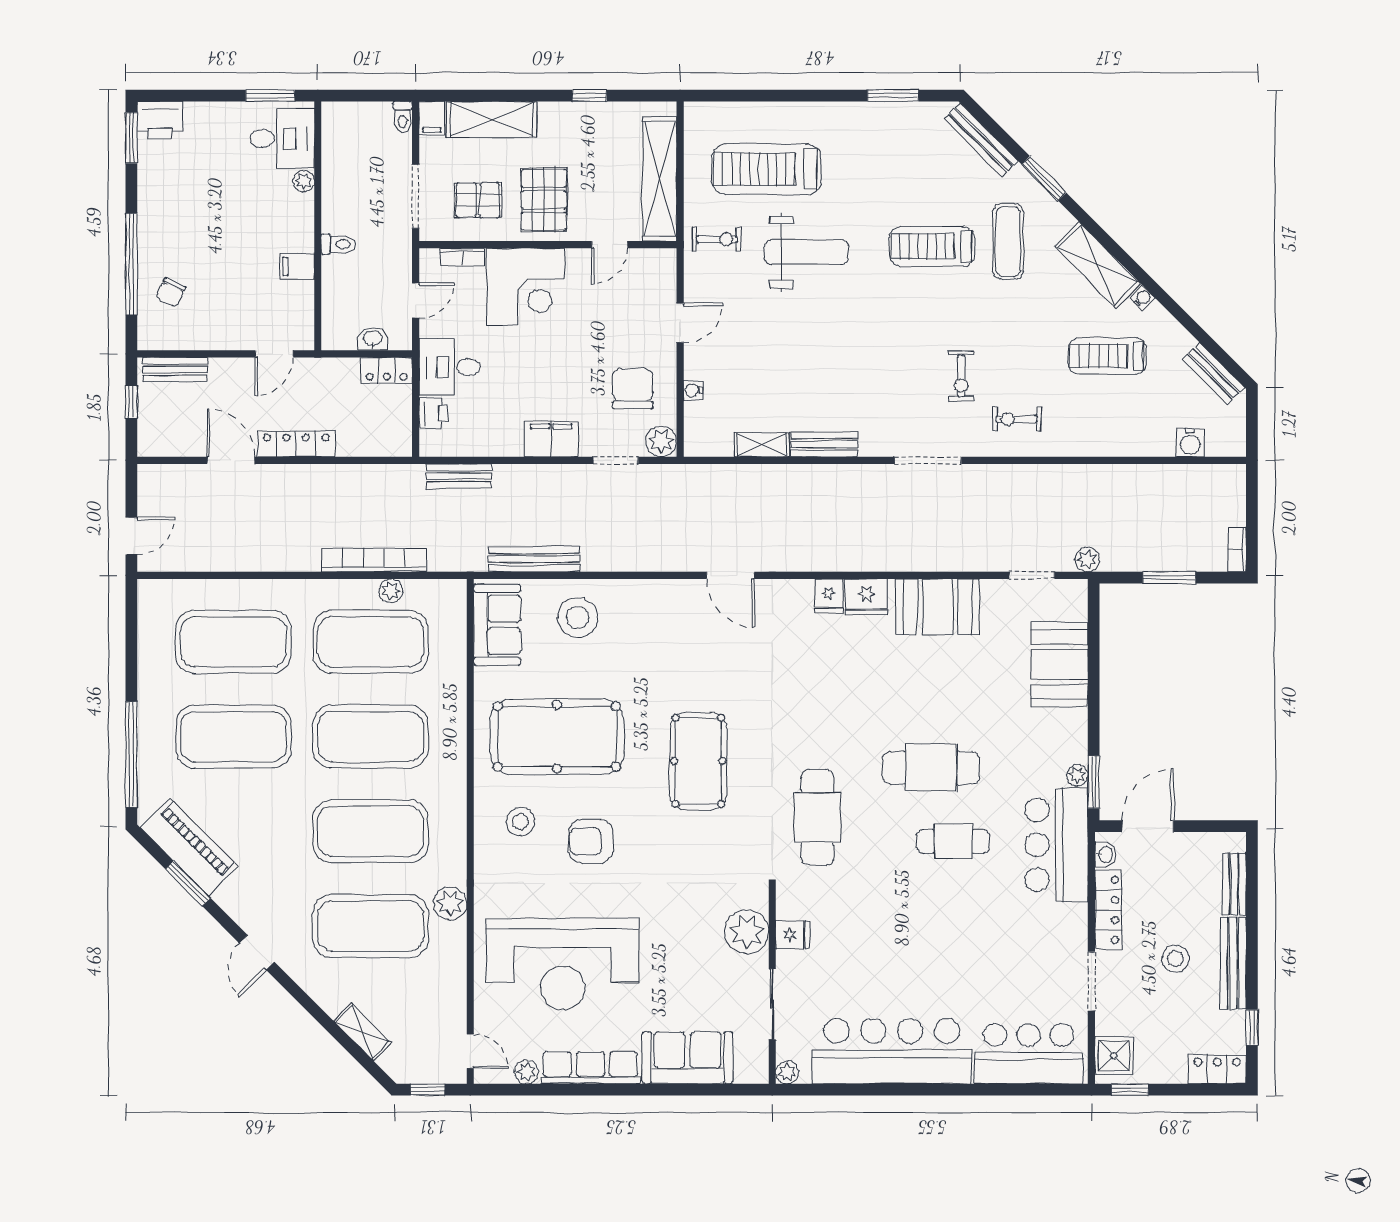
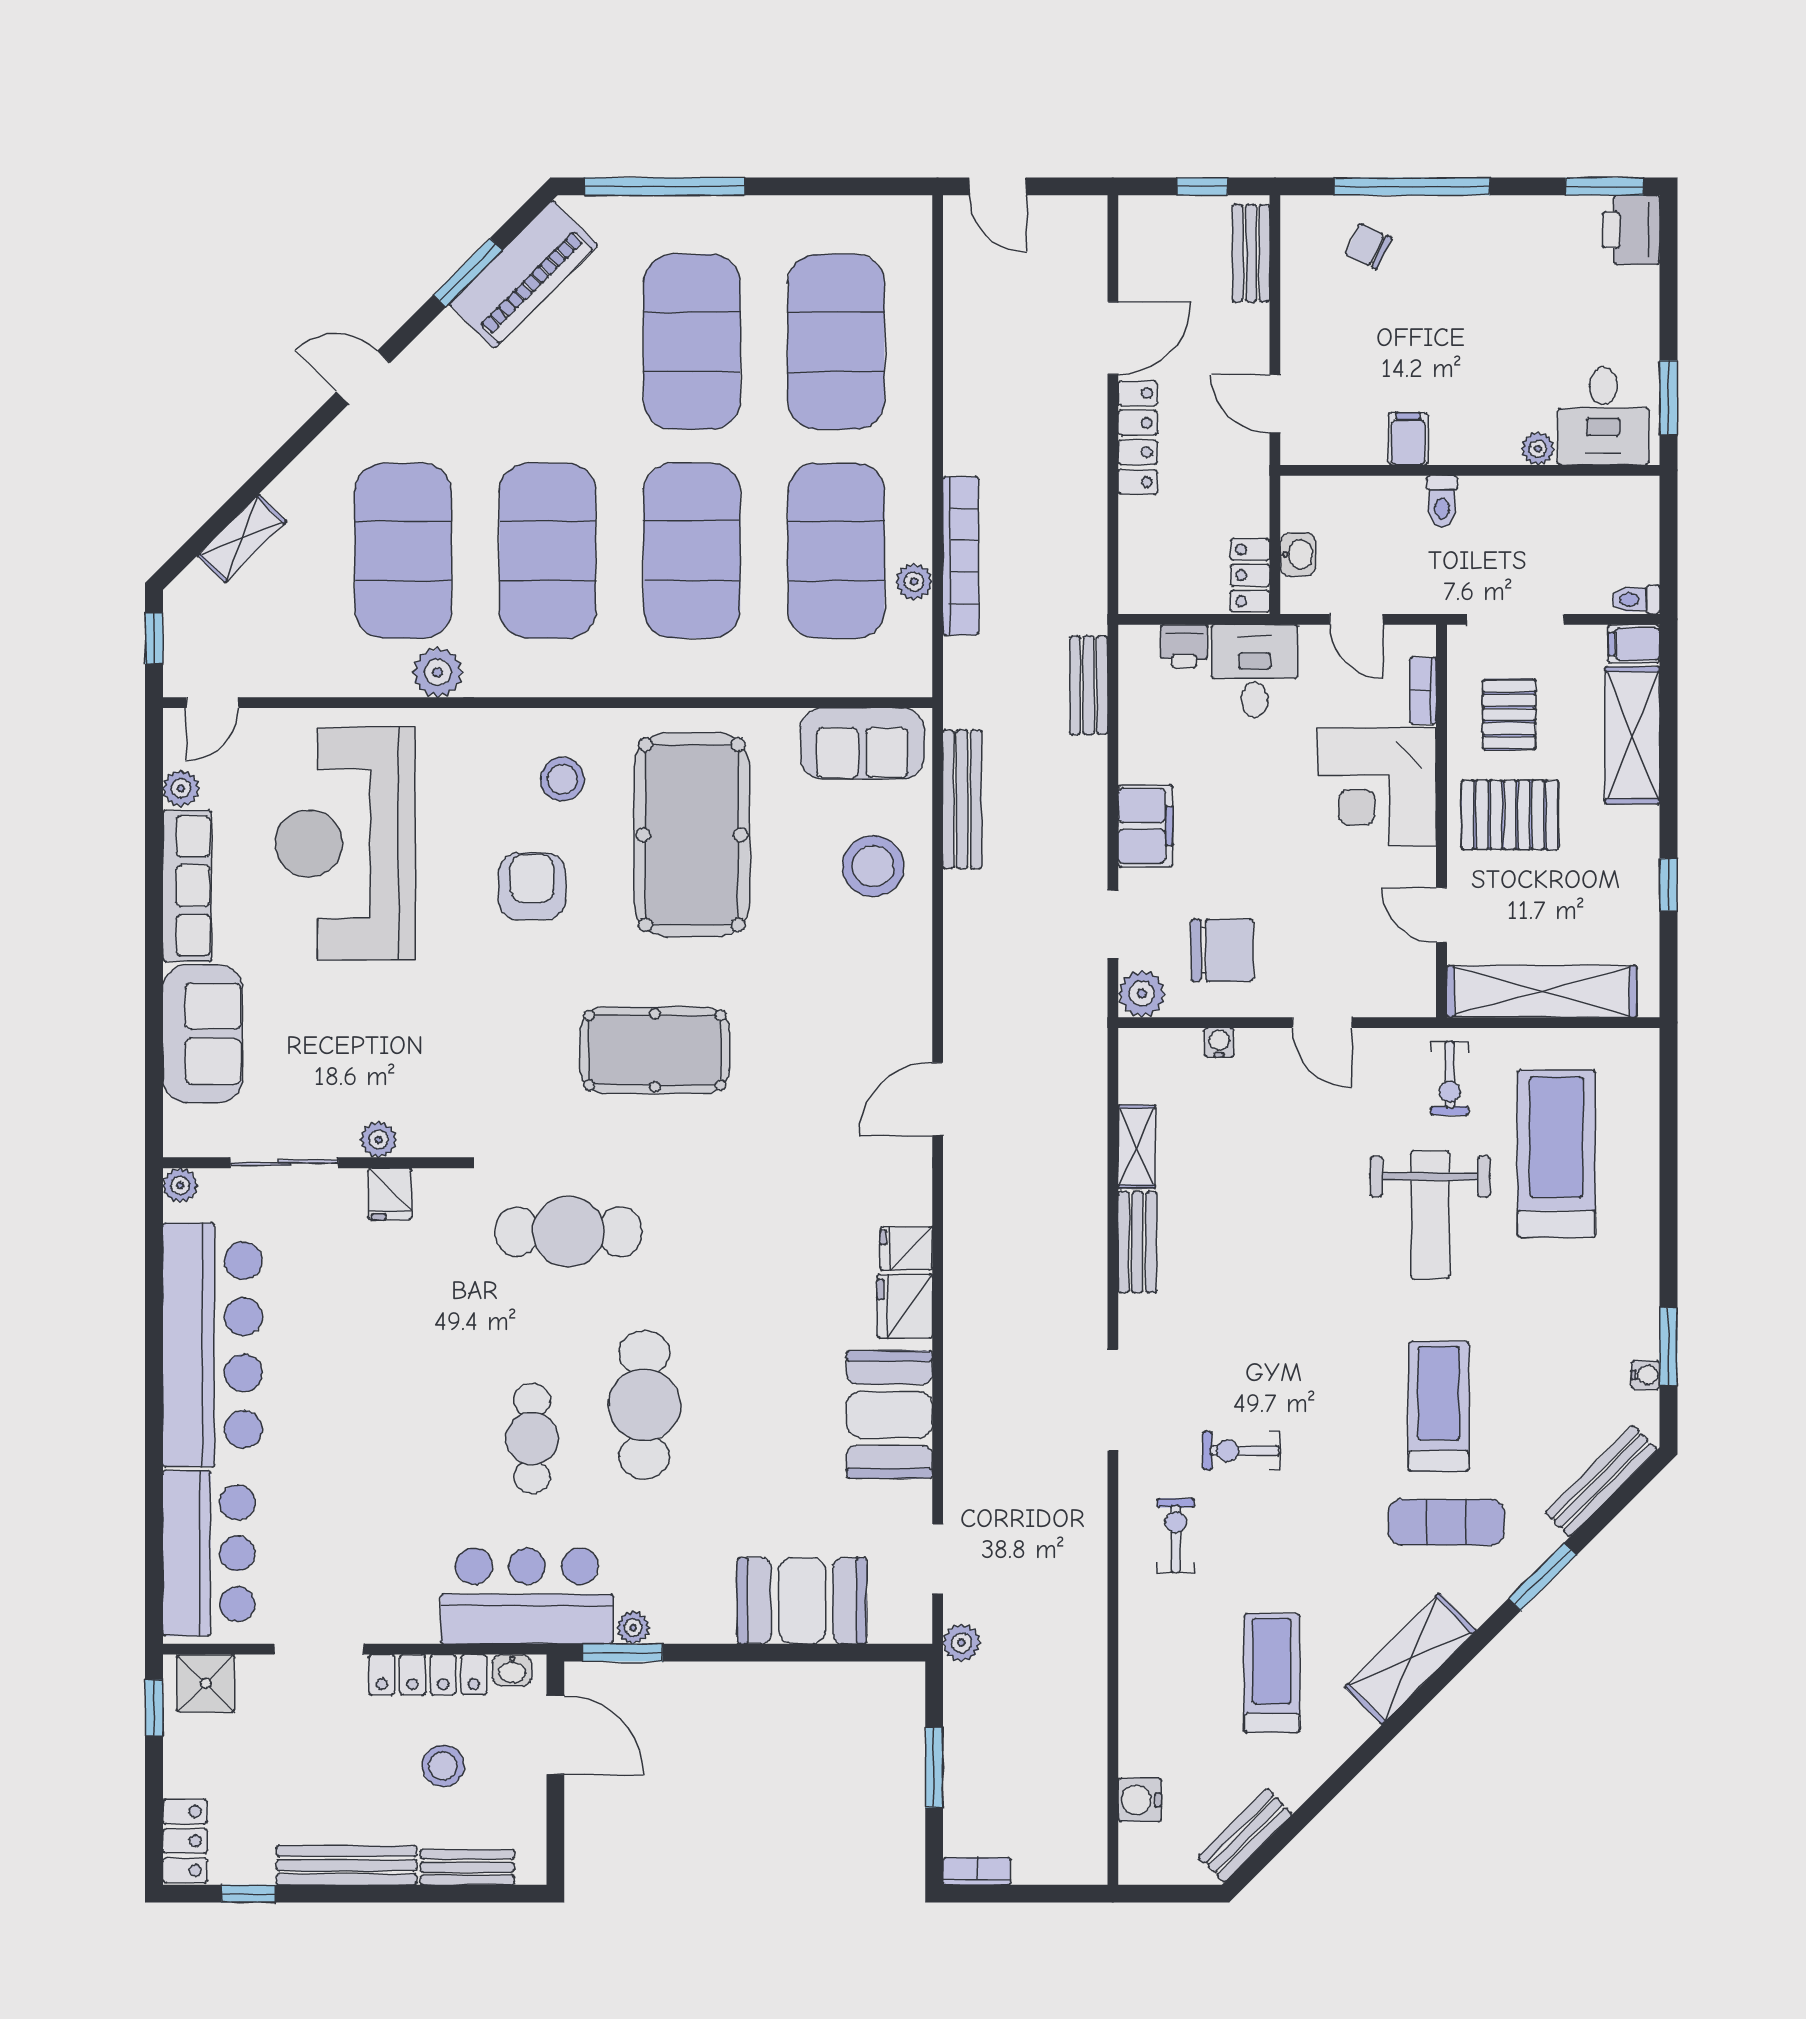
water cooler: (1143, 298) -> (1646, 1375), moved, turned -45
plant: (747, 932) -> (379, 1140), width x0.53, depth x0.53
stool: (1175, 959) -> (443, 1766), moved

